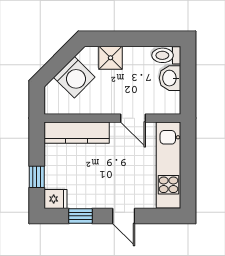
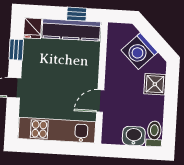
kitchen counter: (77, 133) -> (71, 30), moved, turned -90
window: (37, 177) -> (77, 14), moved

